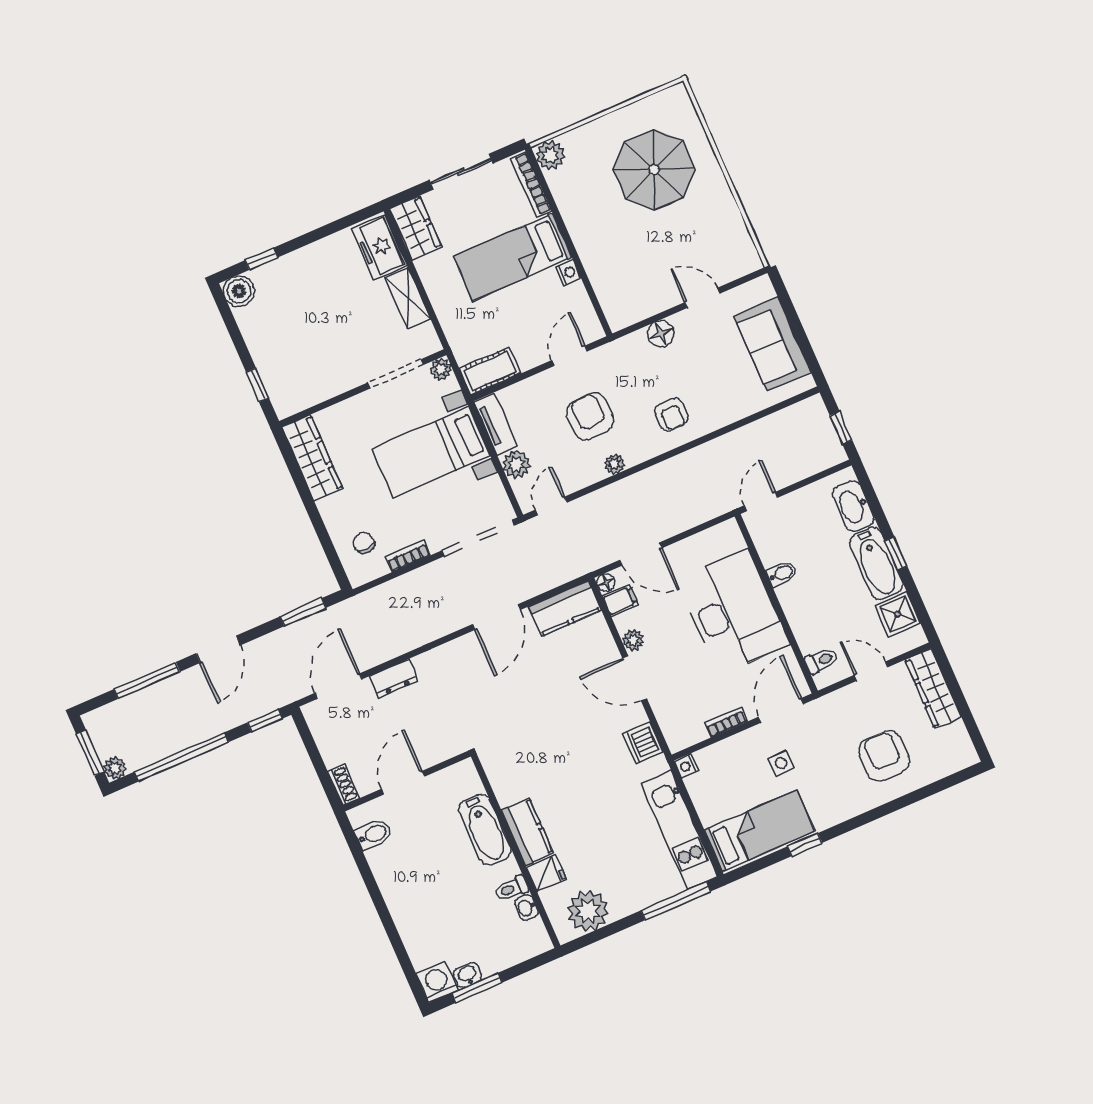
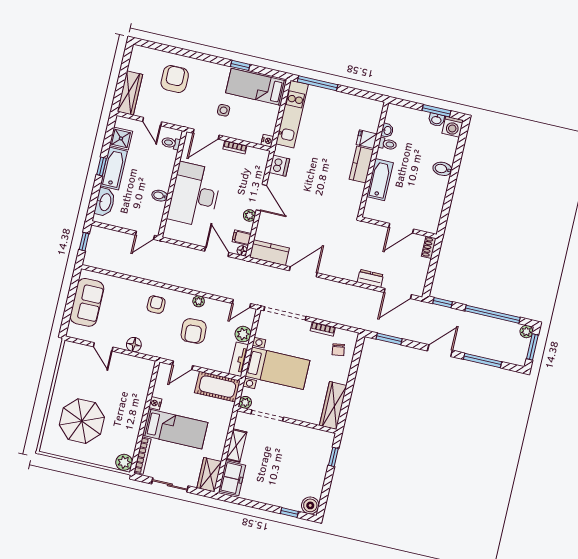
cot: (490, 371) -> (217, 387), width x1.37, depth x1.34
armchair: (884, 756) -> (175, 79), turned 180
bidet: (373, 834) -> (442, 169), moved
plant: (588, 911) -> (361, 108), removed

